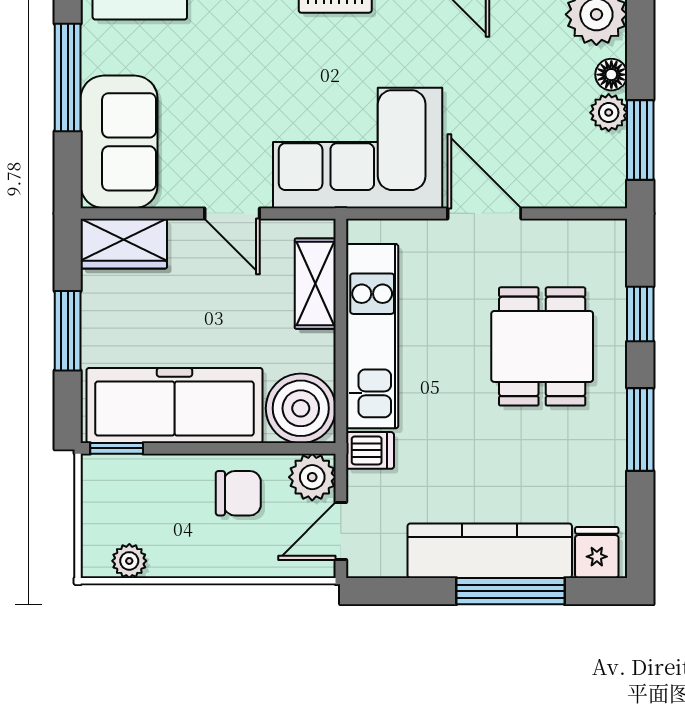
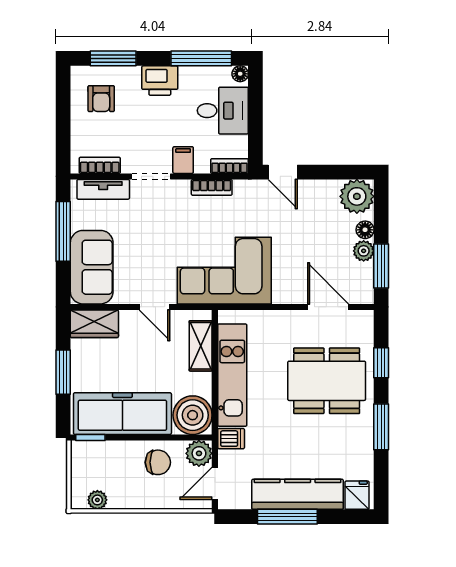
door: (484, 213) -> (328, 307), moved
dining table: (542, 346) -> (327, 381), width x1.38
window: (510, 591) -> (287, 517), moved

